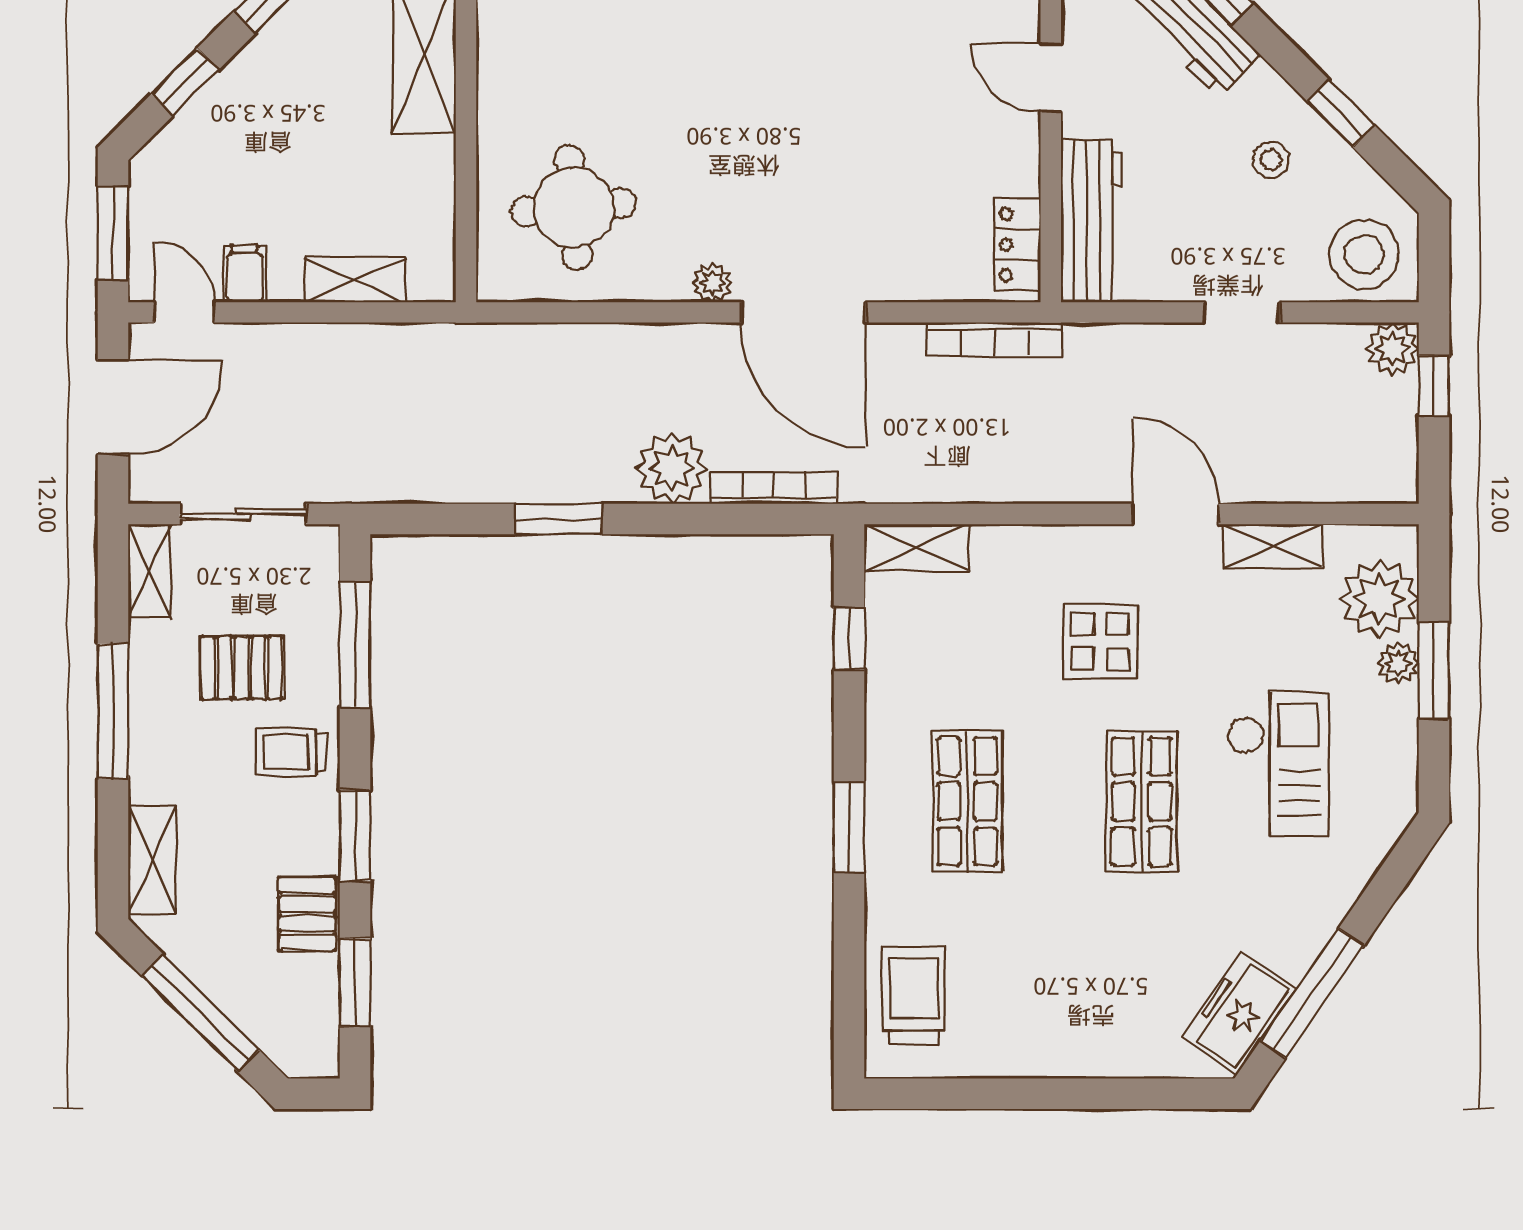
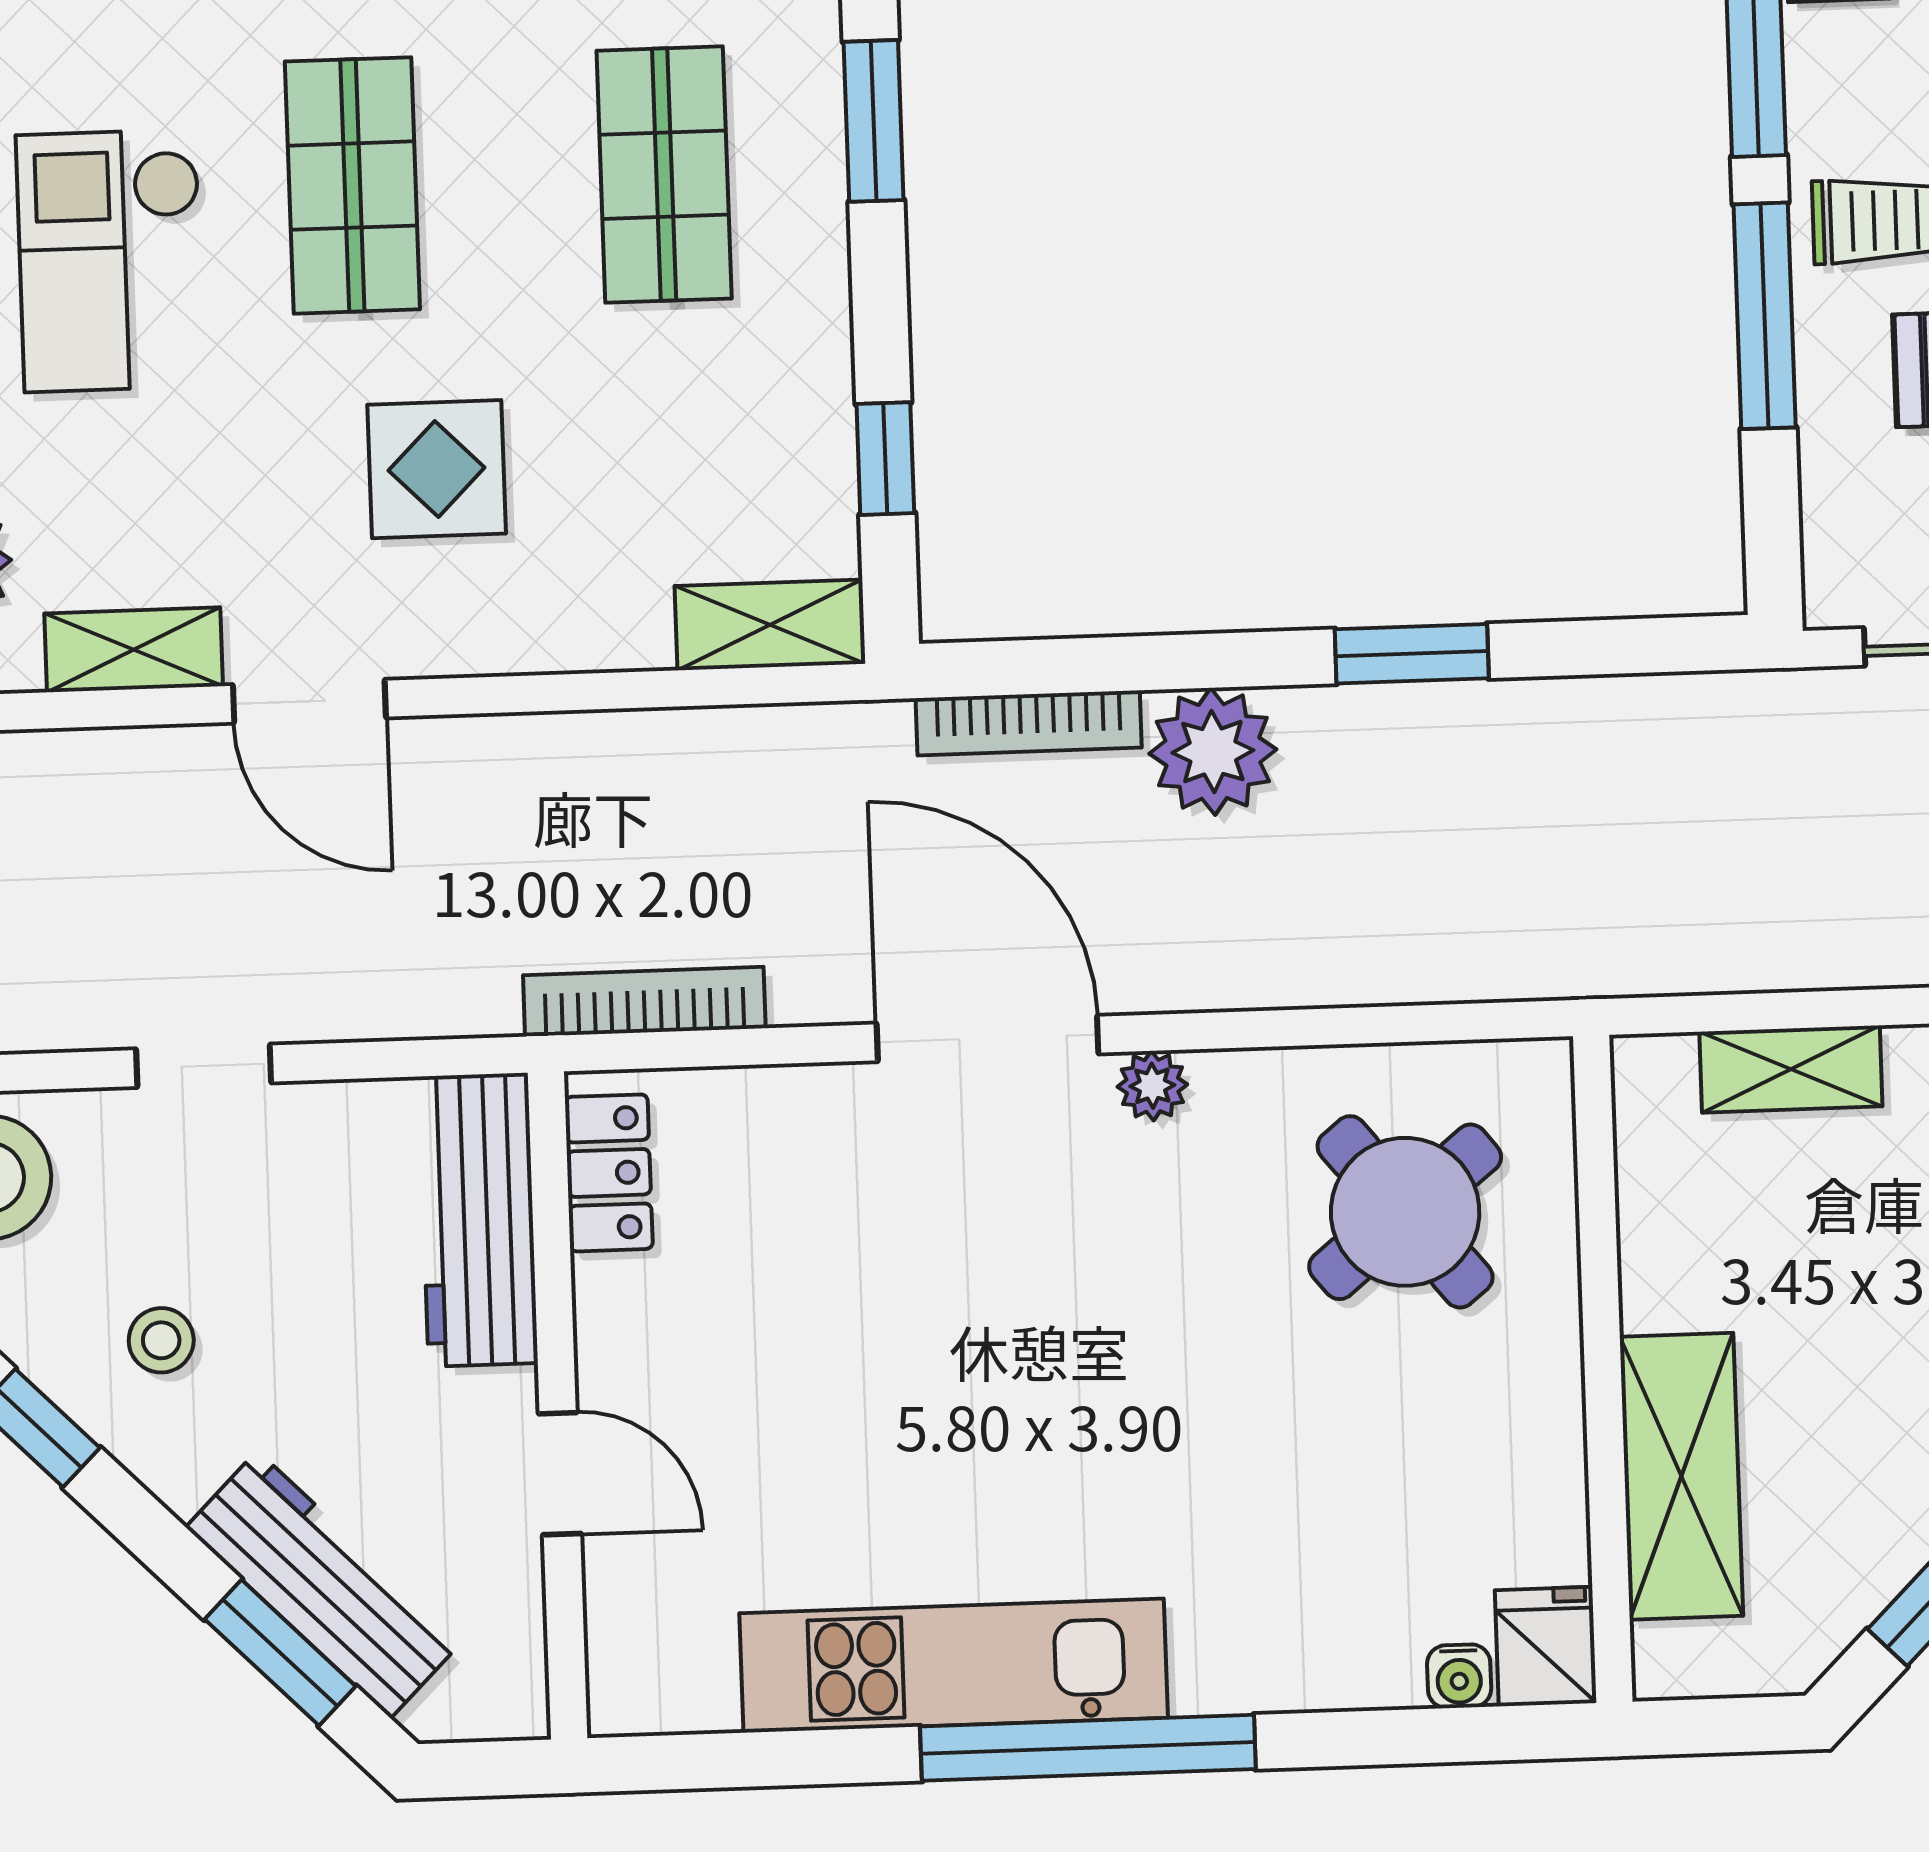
round table: (573, 207) -> (1405, 1212), turned -34
window: (355, 644) -> (1765, 316), moved

